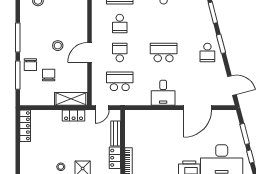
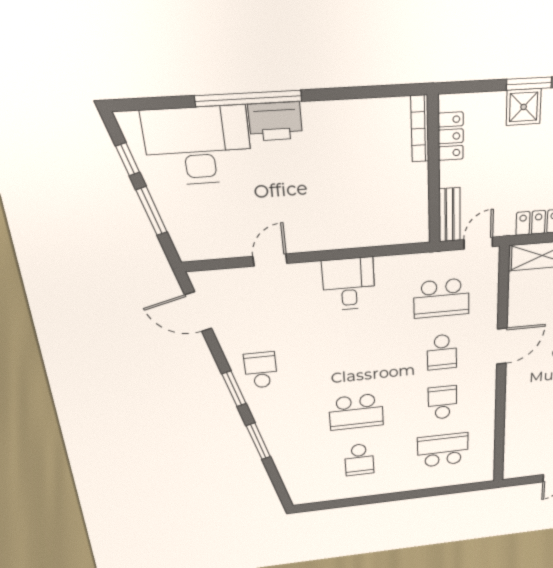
school desk: (164, 52) -> (356, 412), moved
door: (198, 108) -> (270, 260), width x0.53
bench: (116, 134) -> (450, 215), moved

